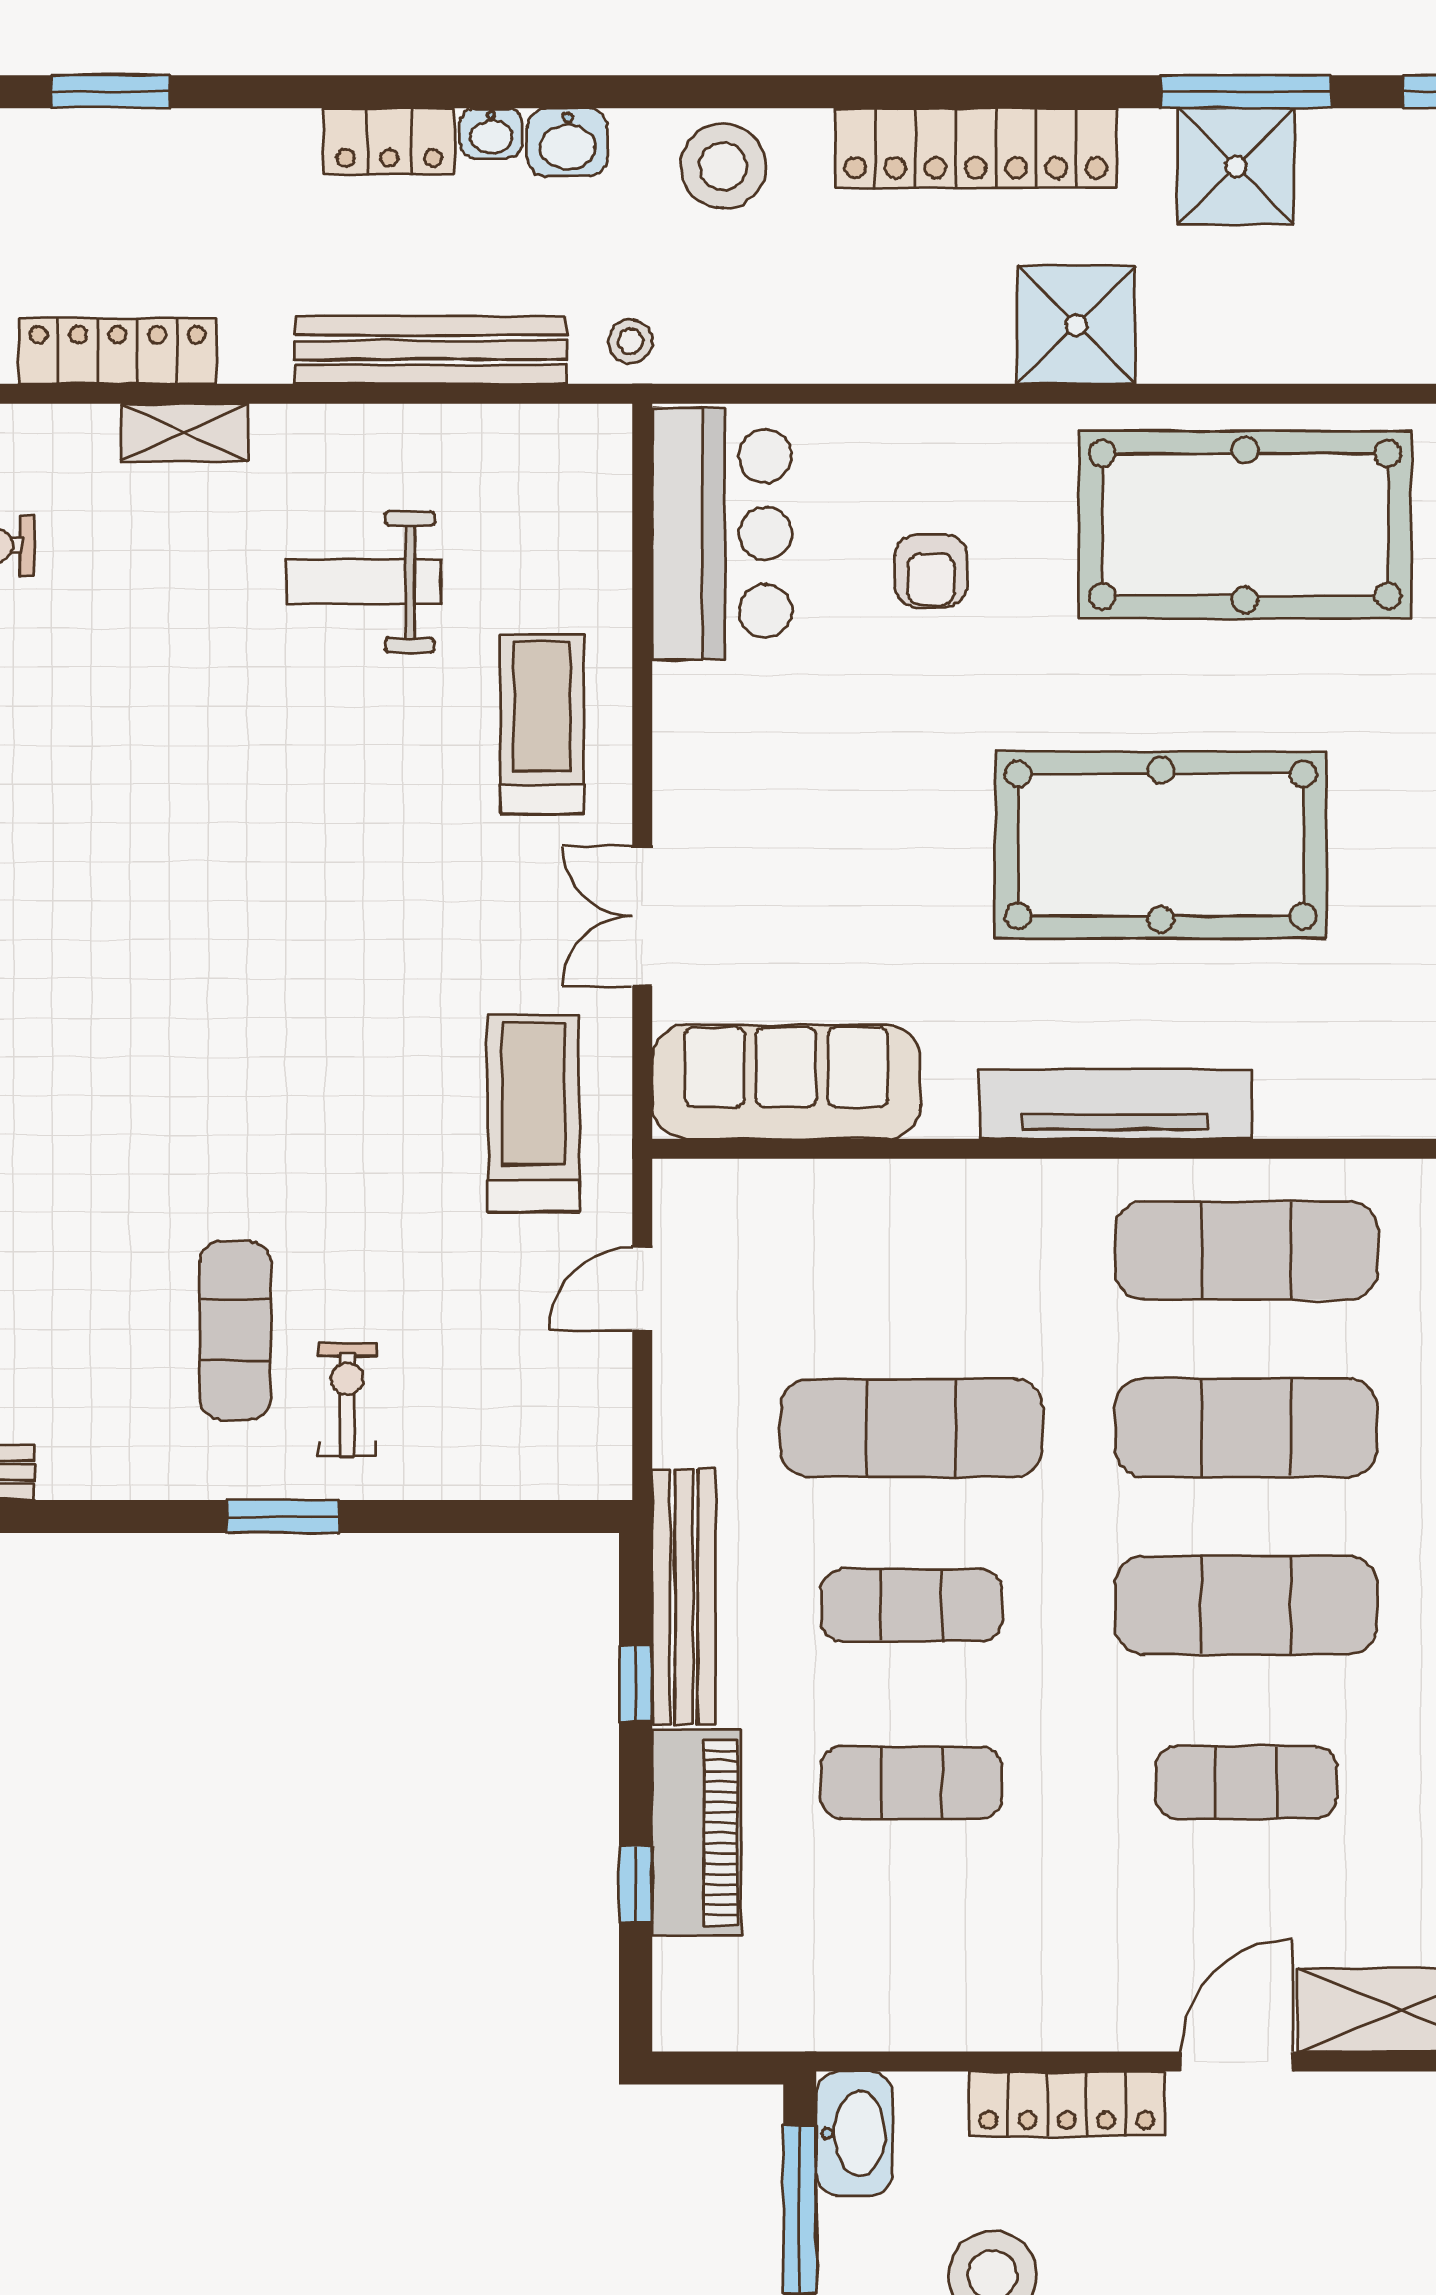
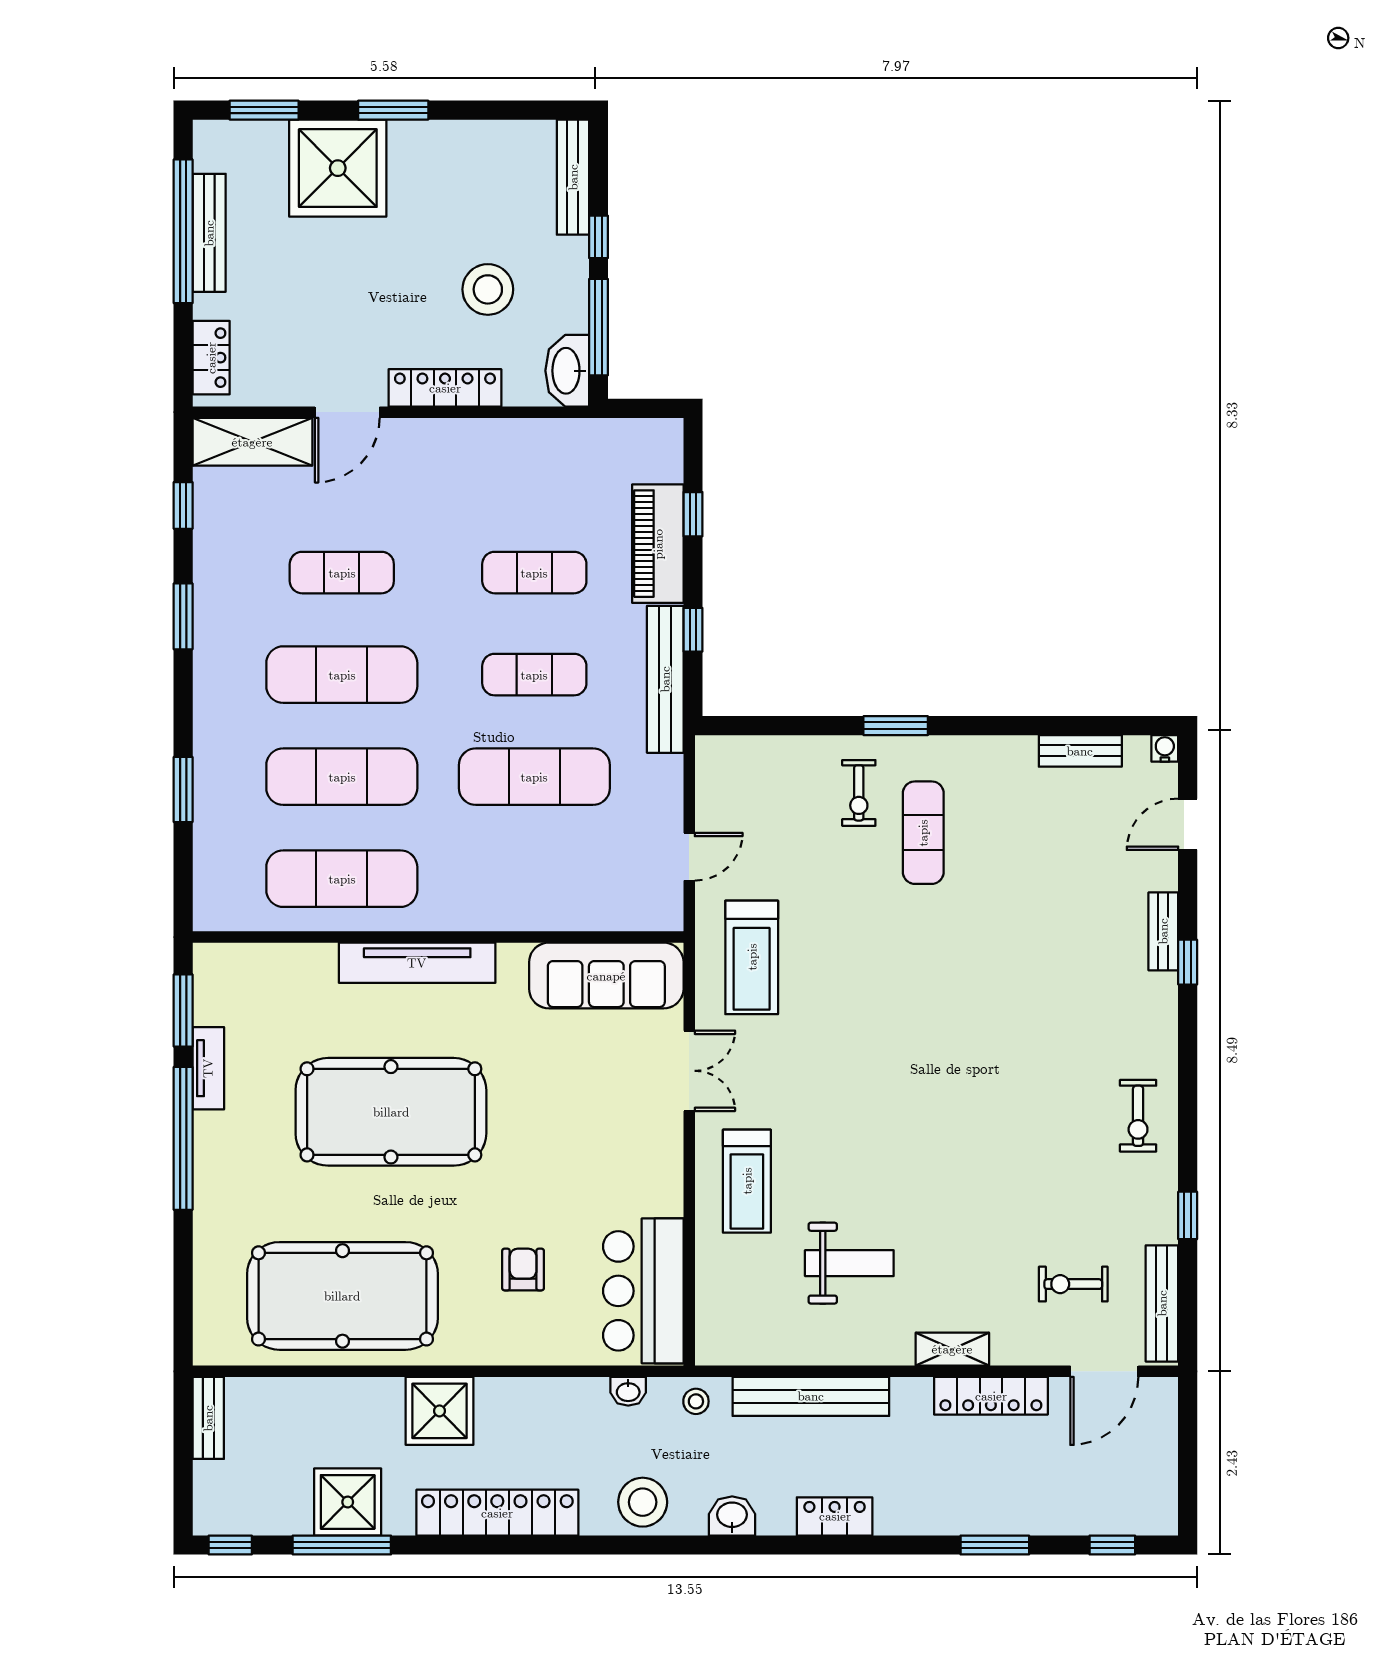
washbasin: (491, 133) -> (628, 1391), moved, turned 180

